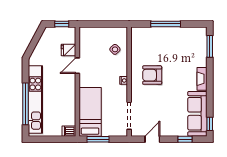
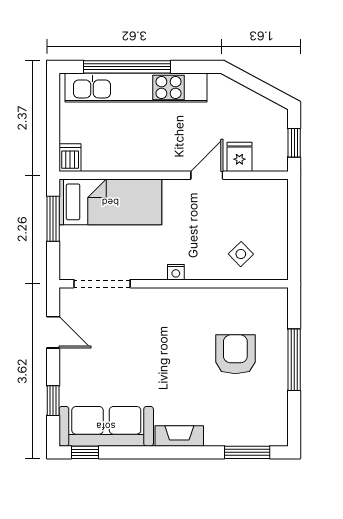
door: (77, 66) -> (207, 175), hinge flipped
armchair: (152, 75) -> (235, 354), moved

